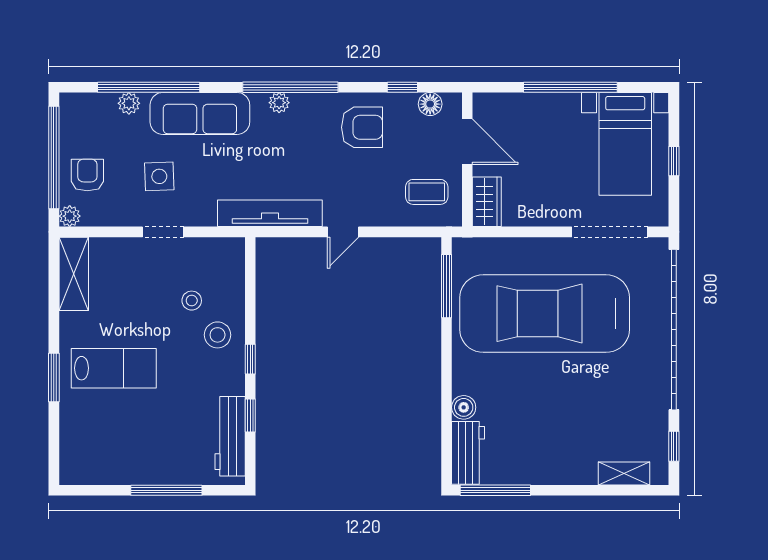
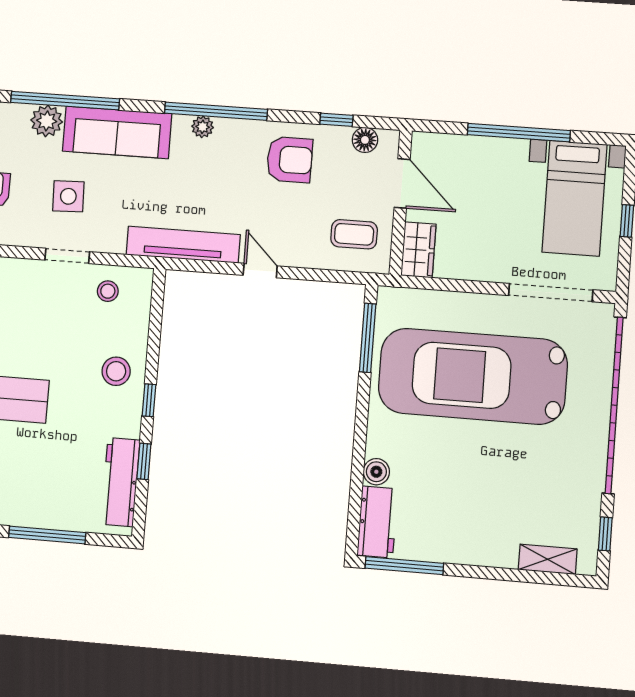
plant: (129, 103) -> (47, 121), width x1.38, depth x1.38
door: (343, 232) -> (260, 271), swing flipped
stool: (192, 301) -> (108, 291), moved

